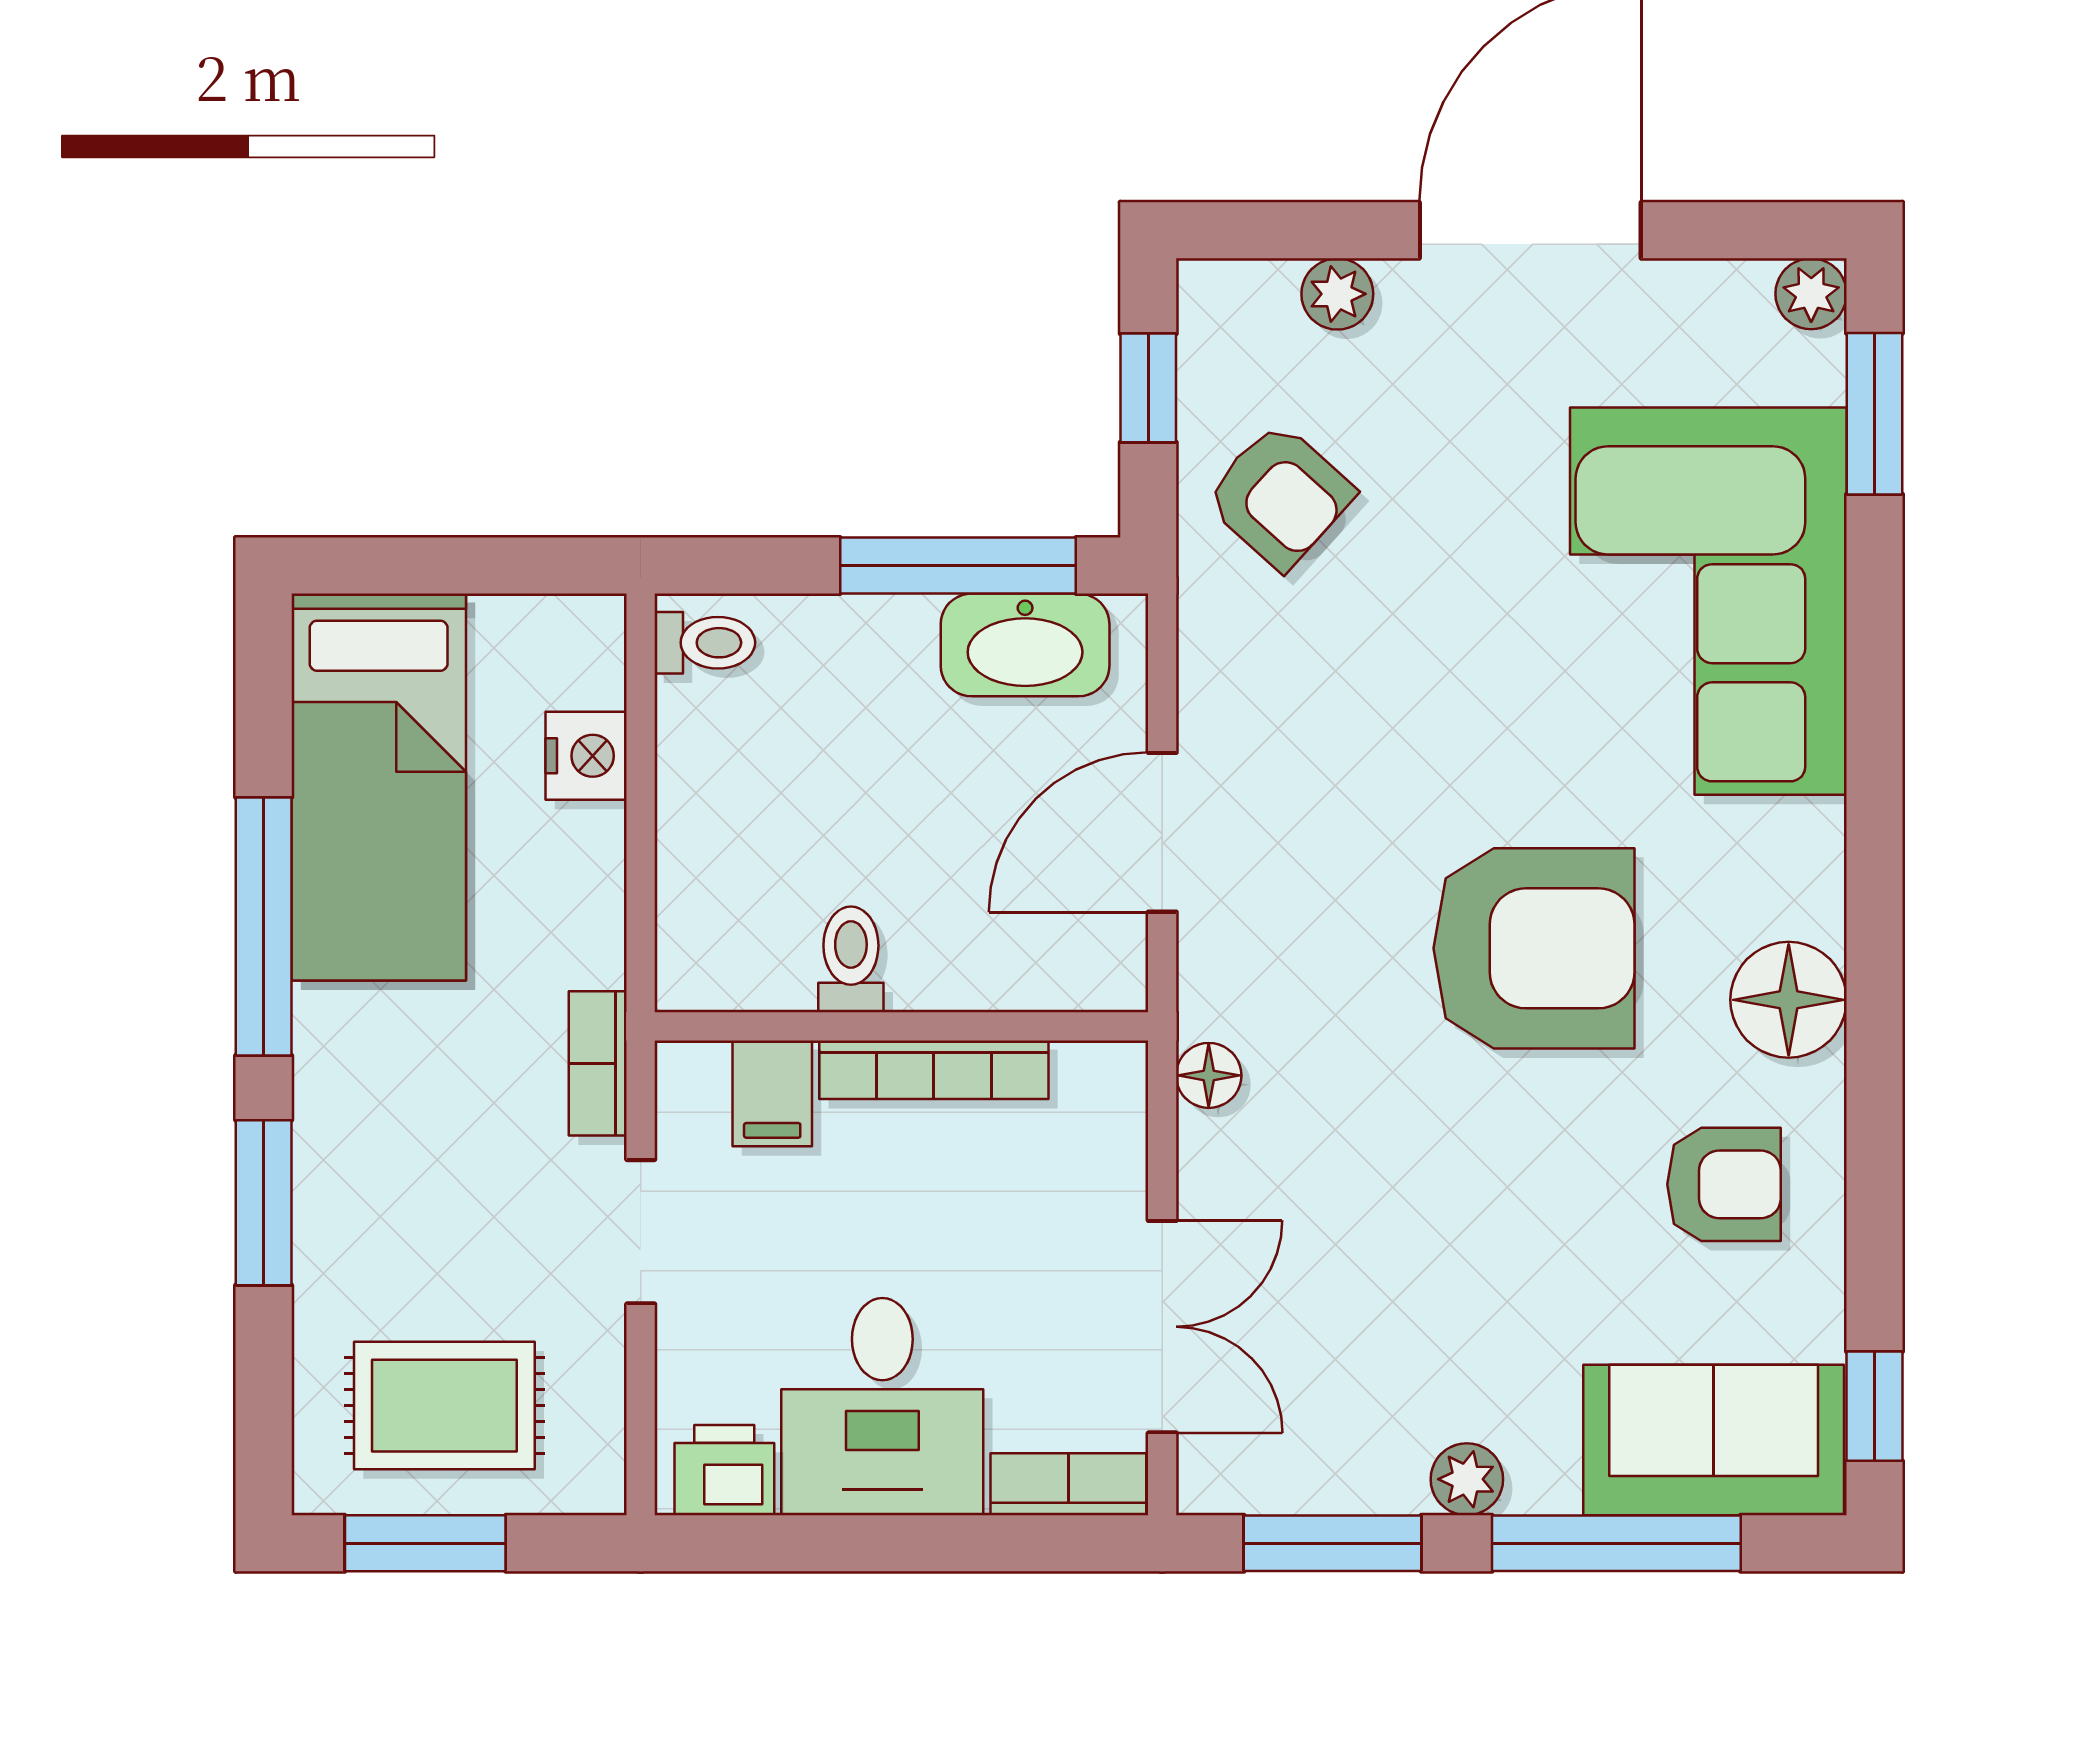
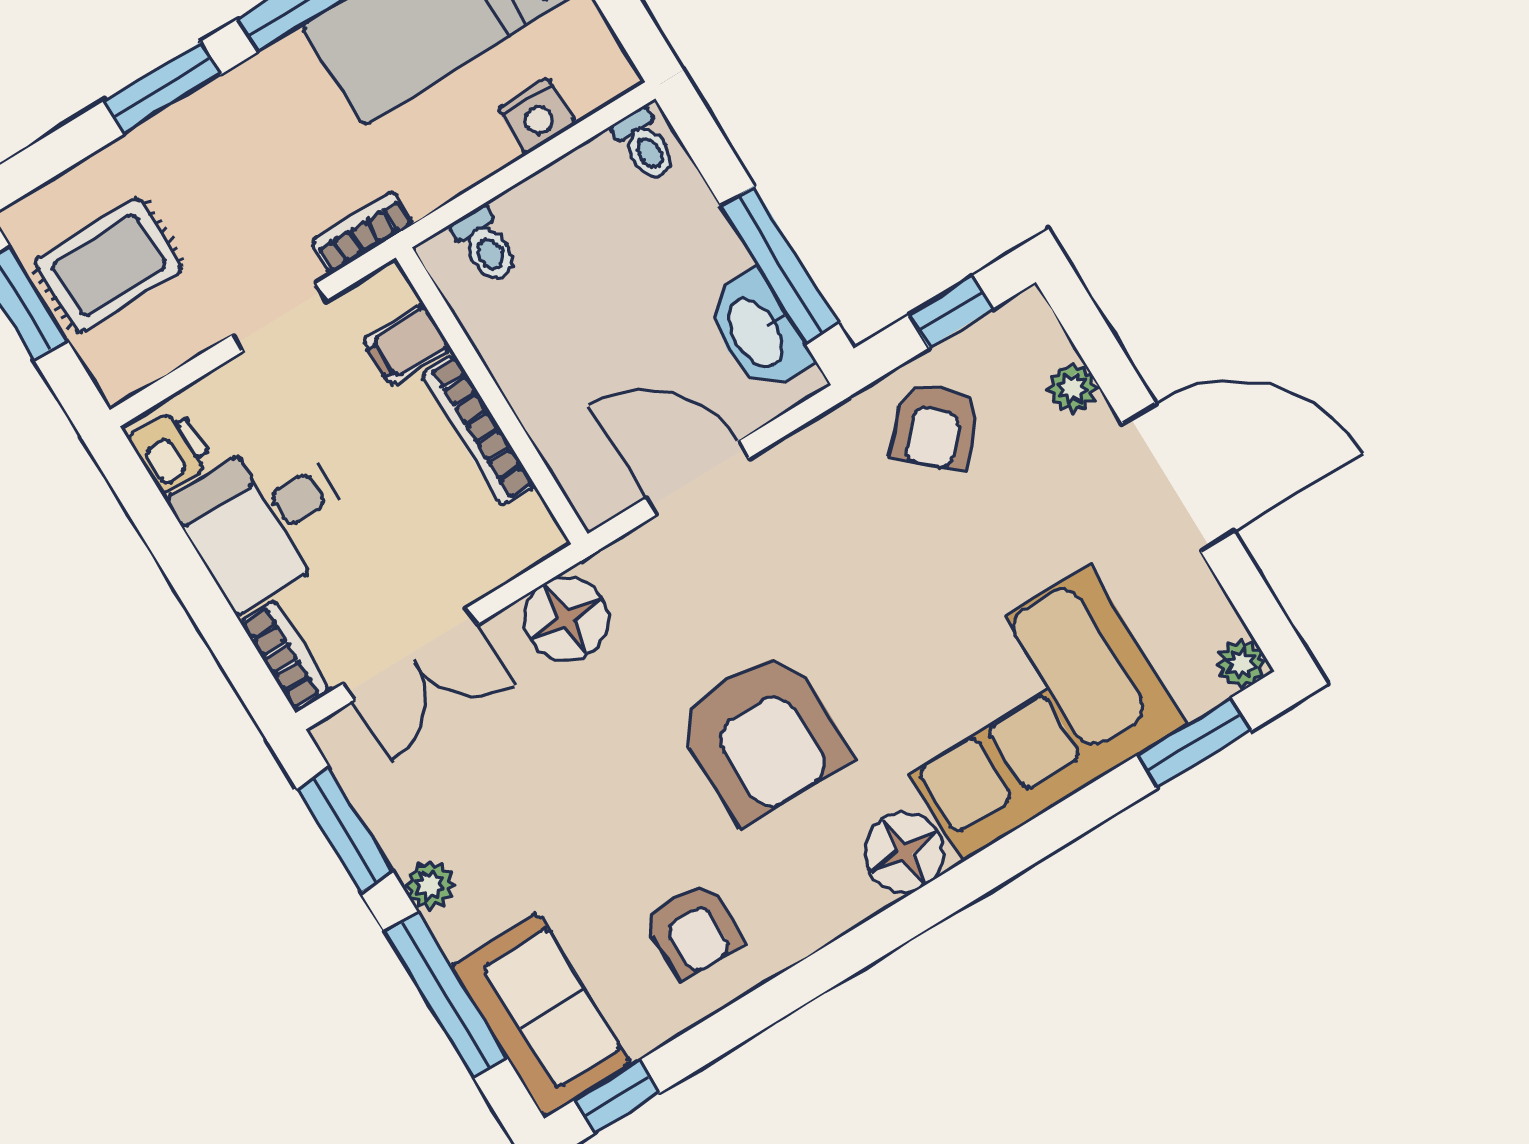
toilet: (851, 959) -> (485, 245), moved, turned 90
floor lamp: (1789, 1000) -> (904, 852), moved
floor lamp: (1209, 1075) -> (566, 619), width x1.89, depth x1.89
rug: (444, 1406) -> (109, 265), turned 90

